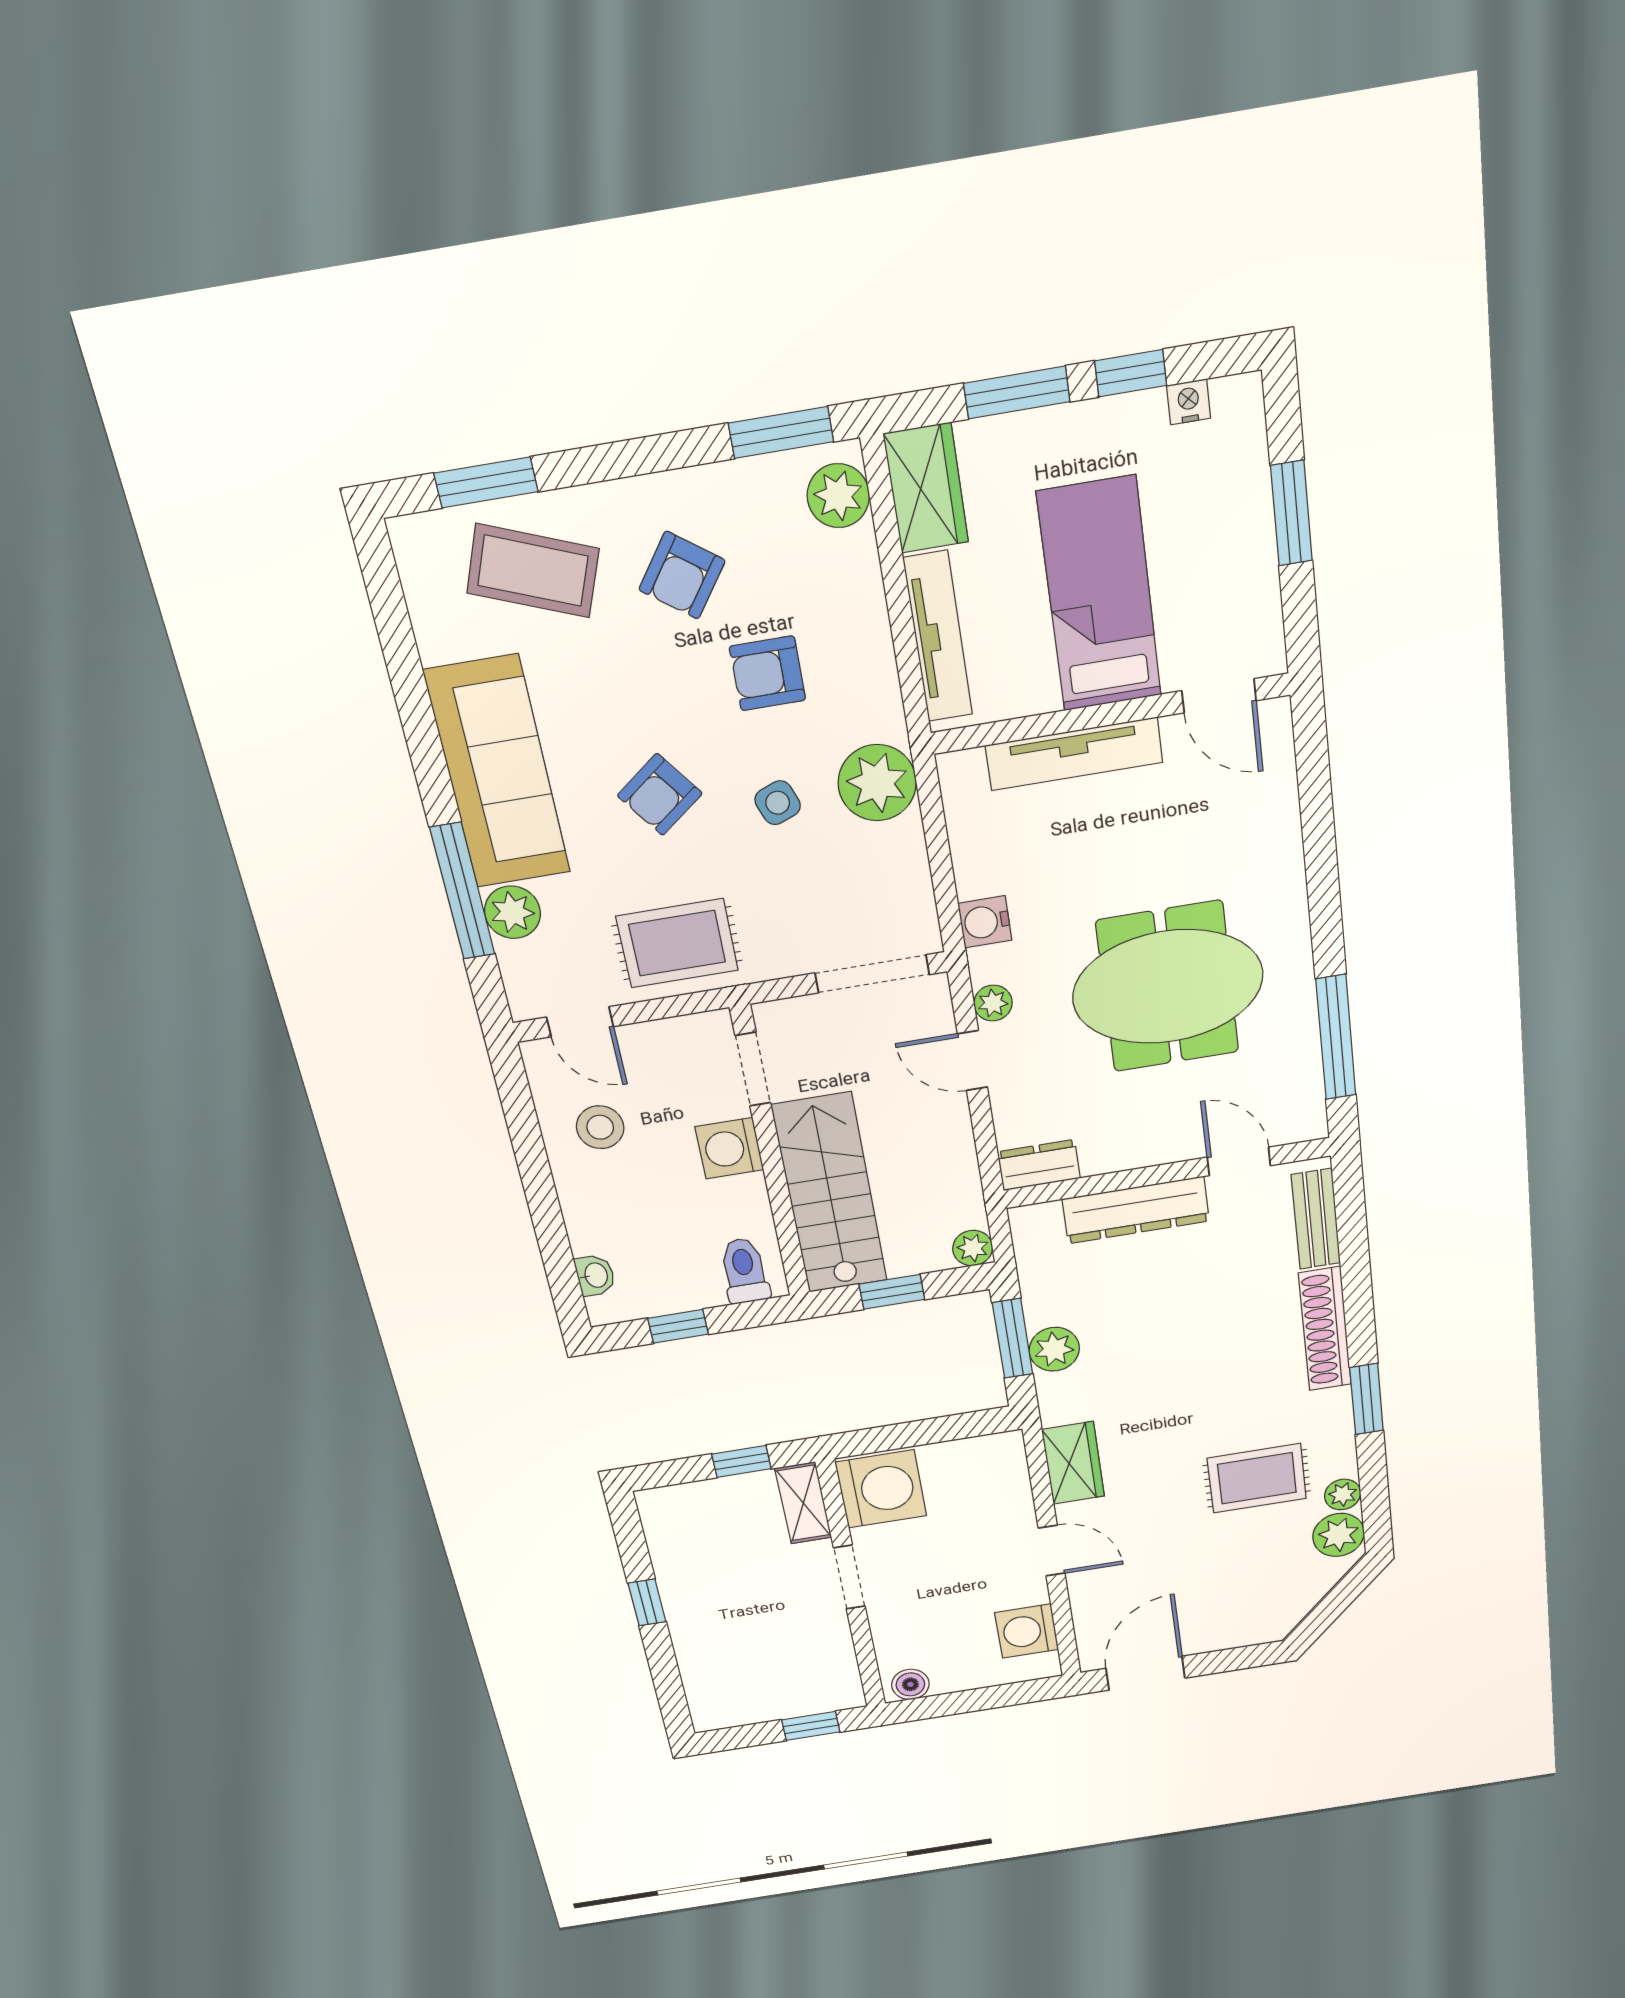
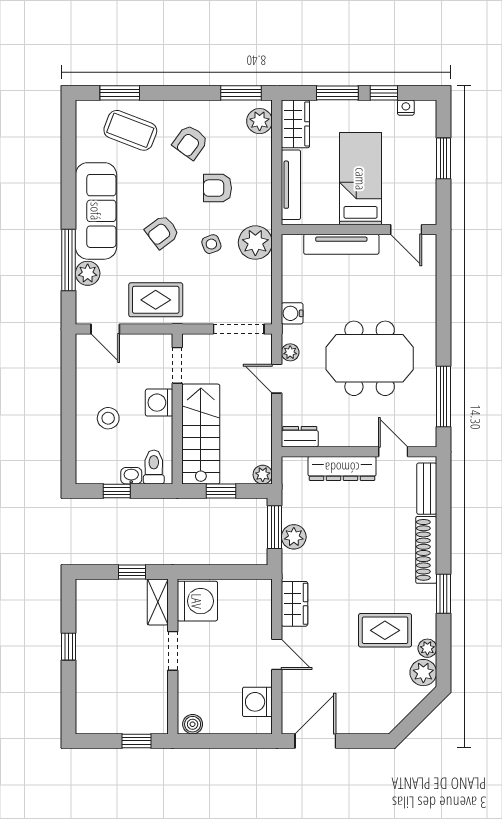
stool: (600, 1127) -> (108, 418), moved
washbasin: (595, 1275) -> (131, 476), moved, turned -90

